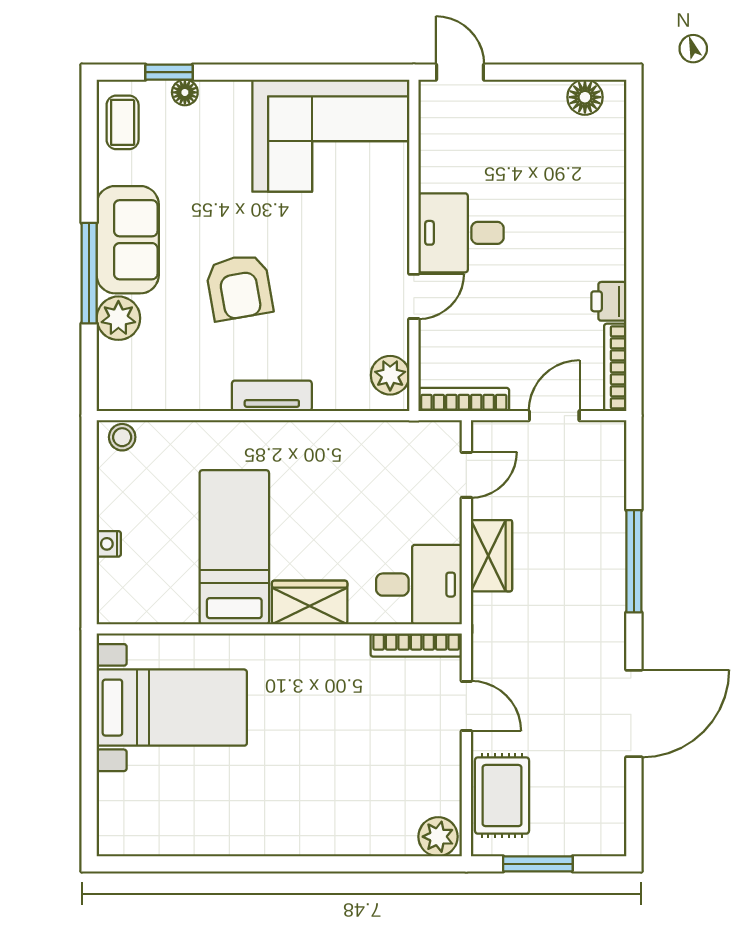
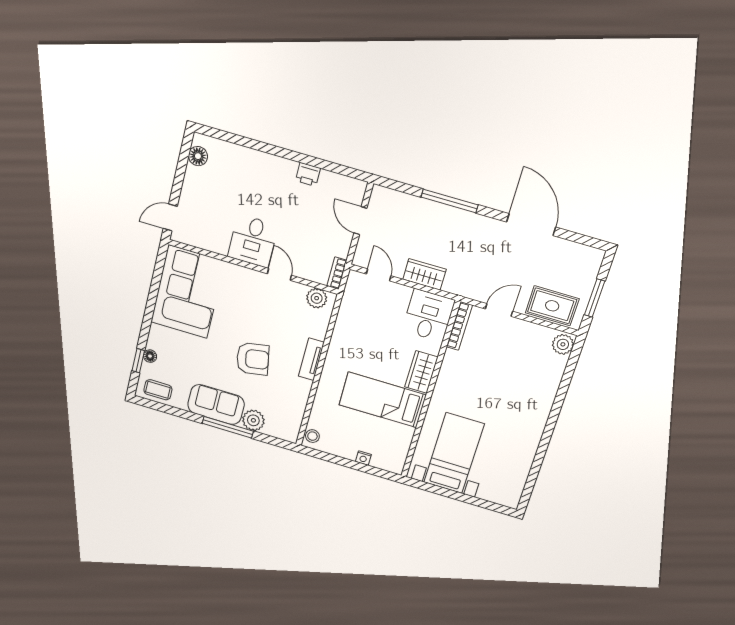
bookcase: (615, 367) -> (344, 181), removed
bookcase: (464, 399) -> (337, 273), width x0.64

